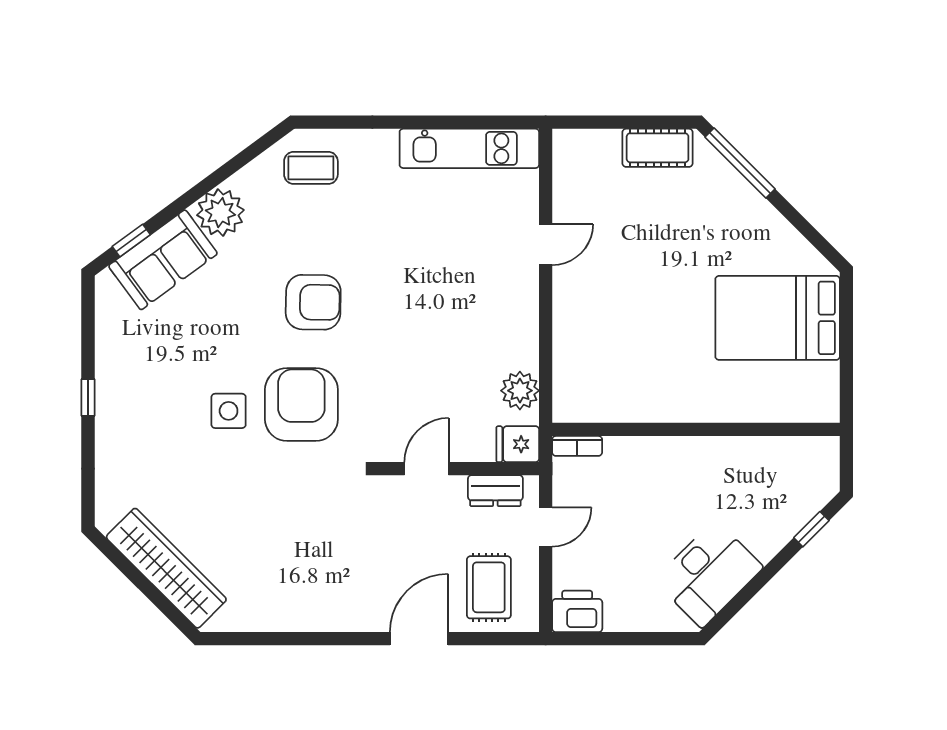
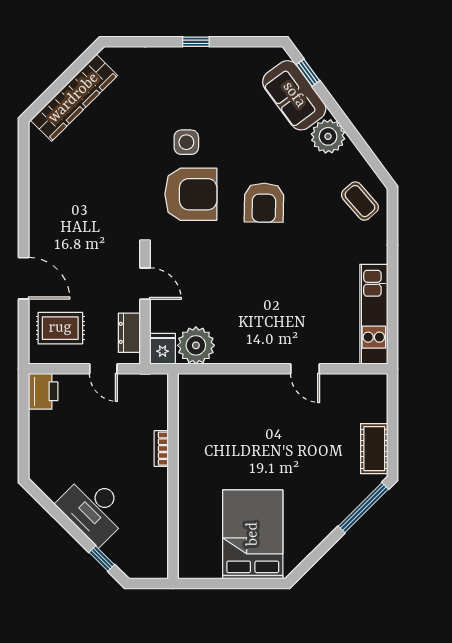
coffee table: (311, 168) -> (360, 201), turned -41
plant: (520, 391) -> (196, 345), width x1.36, depth x1.36
bookcase: (577, 446) -> (161, 449), moved
desk: (709, 574) -> (94, 509), moved

